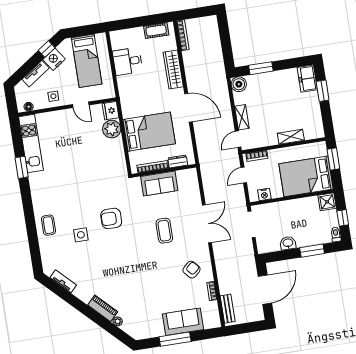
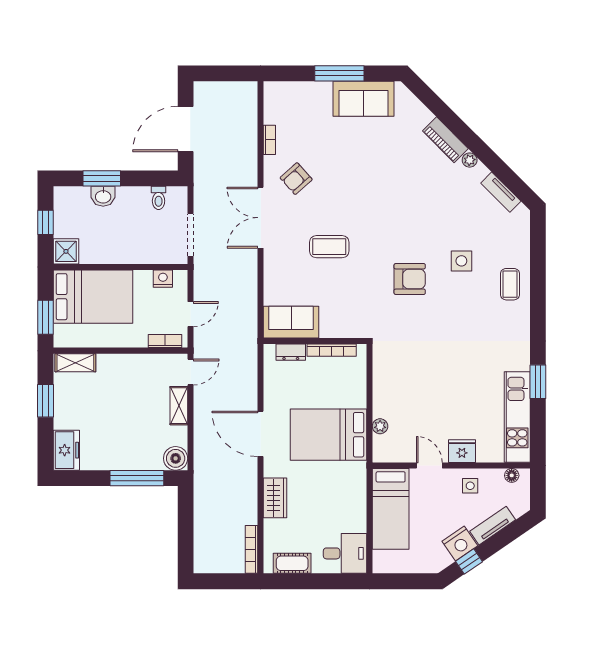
bed: (87, 61) -> (391, 509), moved, turned 180
desk: (127, 61) -> (345, 553), moved
window: (261, 68) -> (137, 478), width x1.44
wardrobe: (173, 69) -> (275, 498), width x0.67
window: (323, 91) -> (46, 401), moved
fridge: (111, 111) -> (462, 451), moved, turned -90
plant: (112, 129) -> (380, 426), width x0.53, depth x0.53
bed: (149, 132) -> (328, 435), moved
shelving: (291, 137) -> (75, 363), moved
sofa: (159, 183) -> (291, 322), moved
double door: (207, 224) -> (261, 218), moved
coffee table: (164, 231) -> (329, 247), turned 90
toilet: (336, 234) -> (159, 198), moved
washbasin: (288, 243) -> (103, 196), moved
bench: (228, 309) -> (249, 108), removed
plant: (118, 321) -> (470, 160), moved
sofa: (183, 322) -> (364, 99), moved

